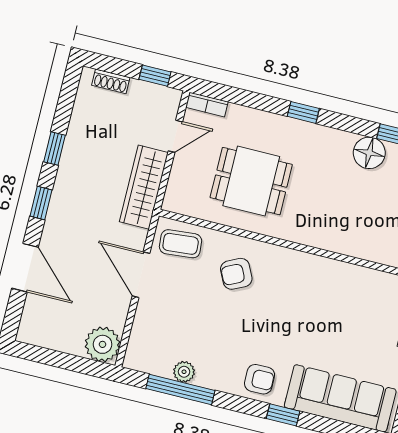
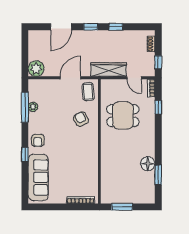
window: (303, 112) -> (158, 107), moved
dining table: (251, 181) -> (123, 116), turned 90

